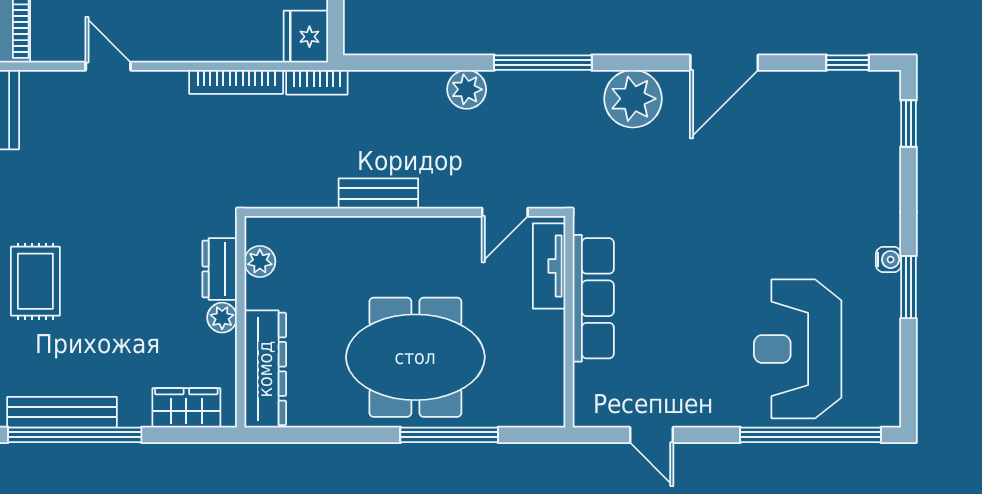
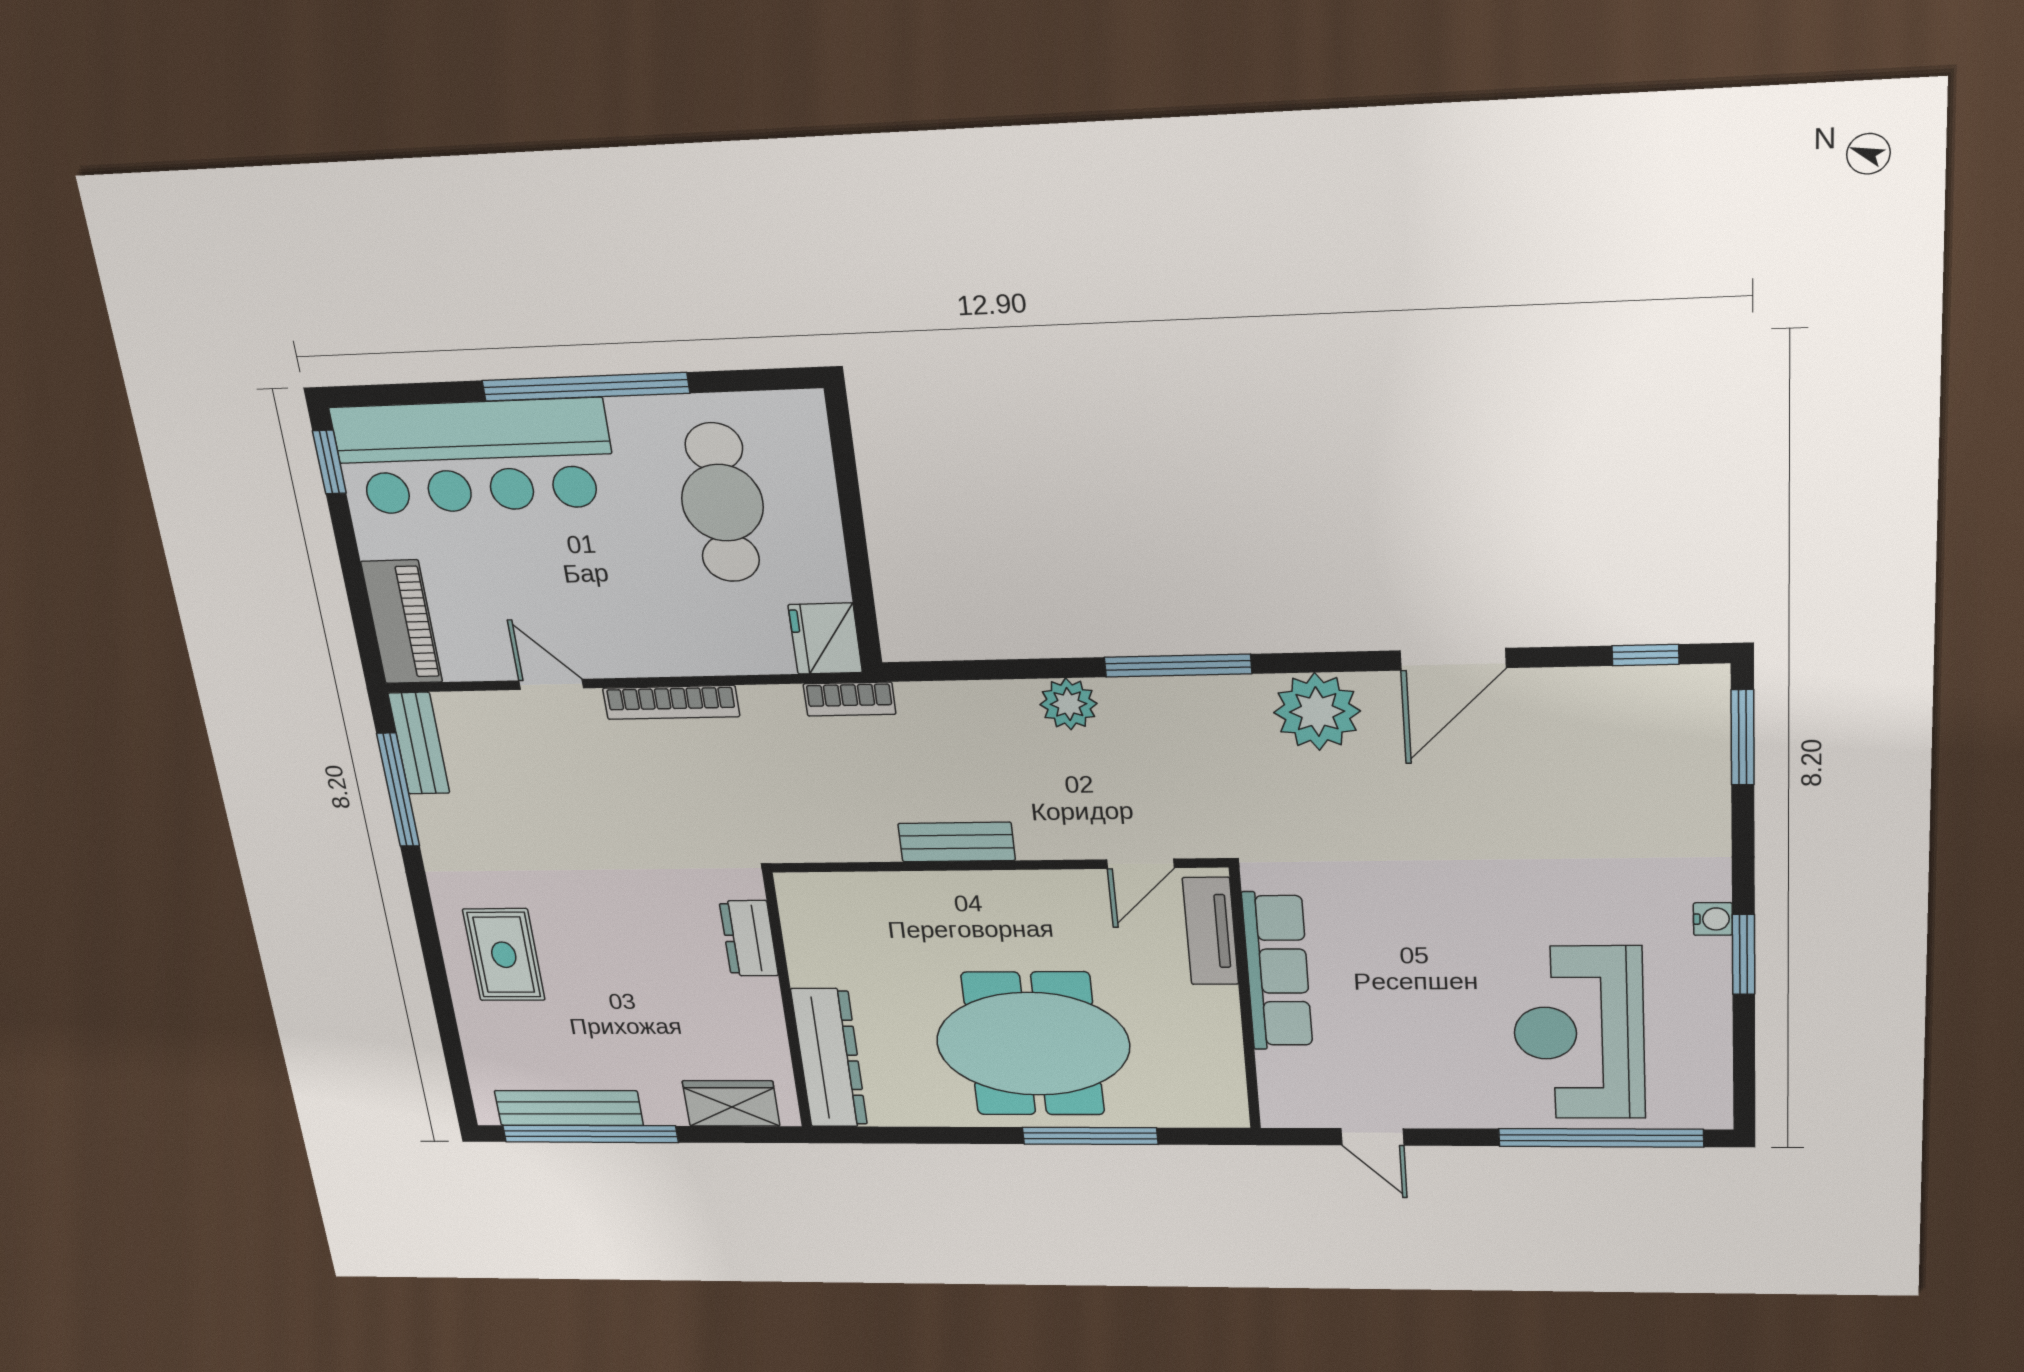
bookcase: (236, 82) -> (671, 702), moved
window: (908, 124) -> (1743, 737), width x1.50
plant: (260, 261) -> (803, 929), removed
plant: (222, 318) -> (762, 997), removed

